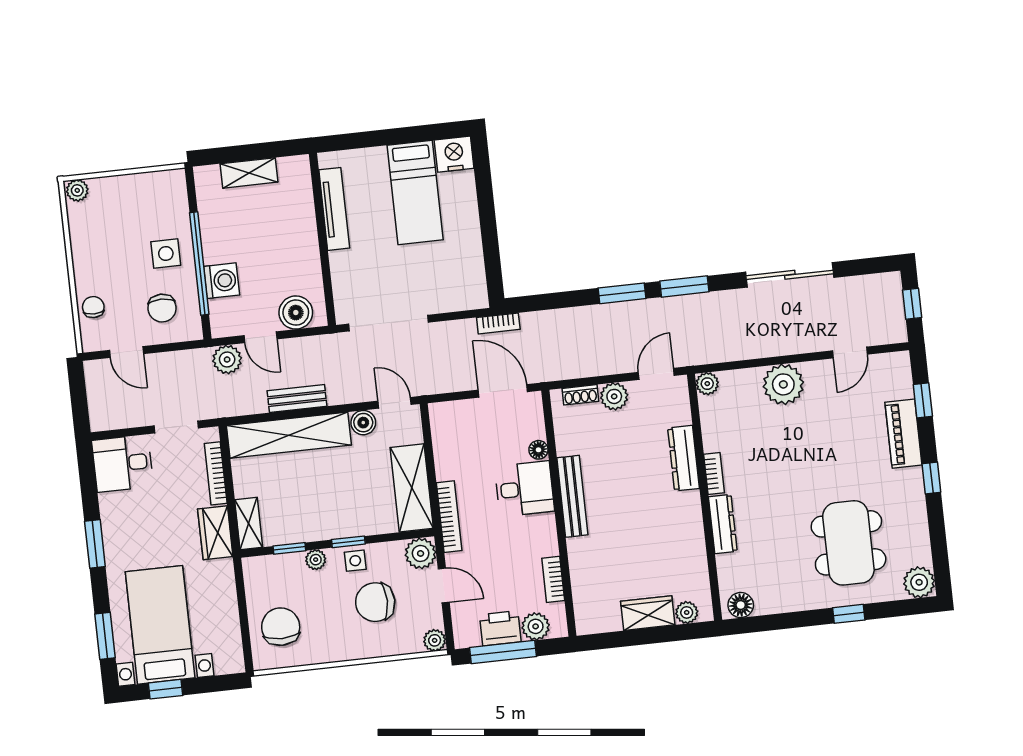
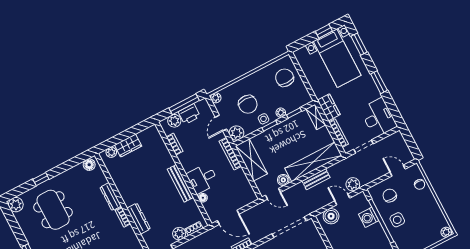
desk: (123, 463) -> (378, 118), width x1.37
door: (444, 585) -> (221, 123), hinge flipped
chair: (375, 602) -> (248, 104), turned 90
chair: (281, 627) -> (285, 78), turned 180

